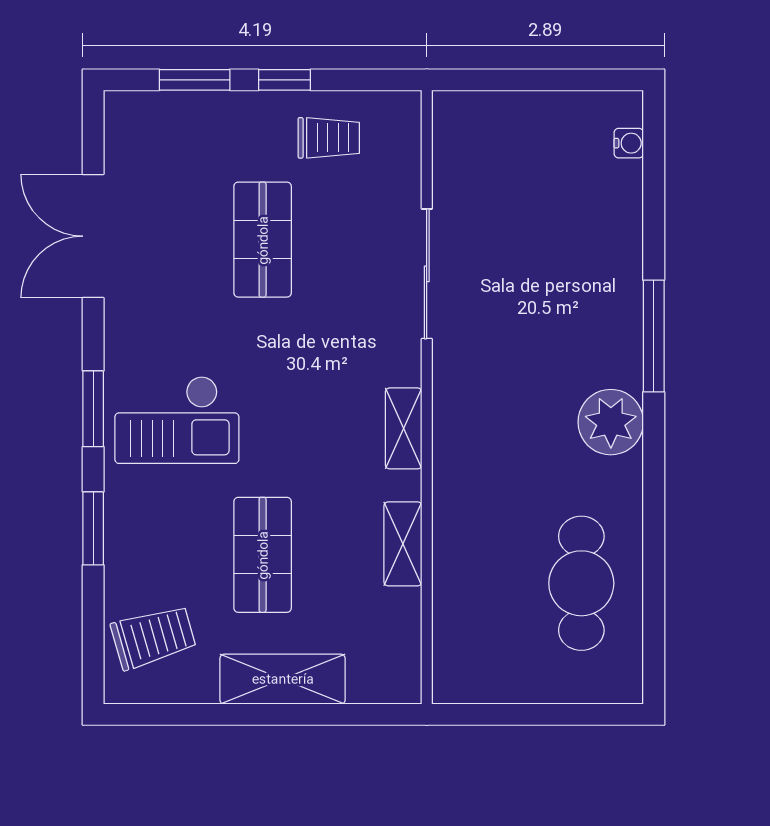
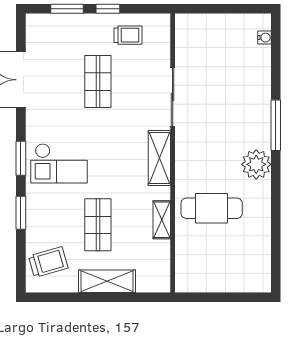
shelving: (404, 428) -> (159, 158), width x1.50, depth x1.33
cafe table: (581, 583) -> (212, 208), moved, turned 90

